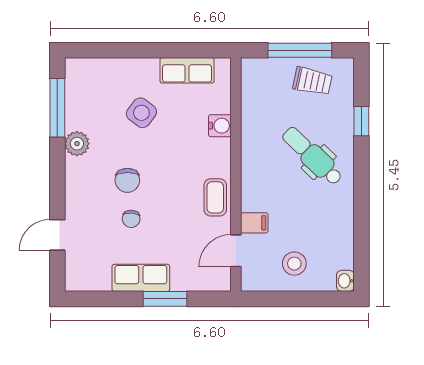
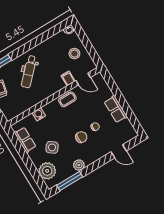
plant: (102, 77) -> (47, 171), added
window: (165, 299) -> (118, 95), removed

